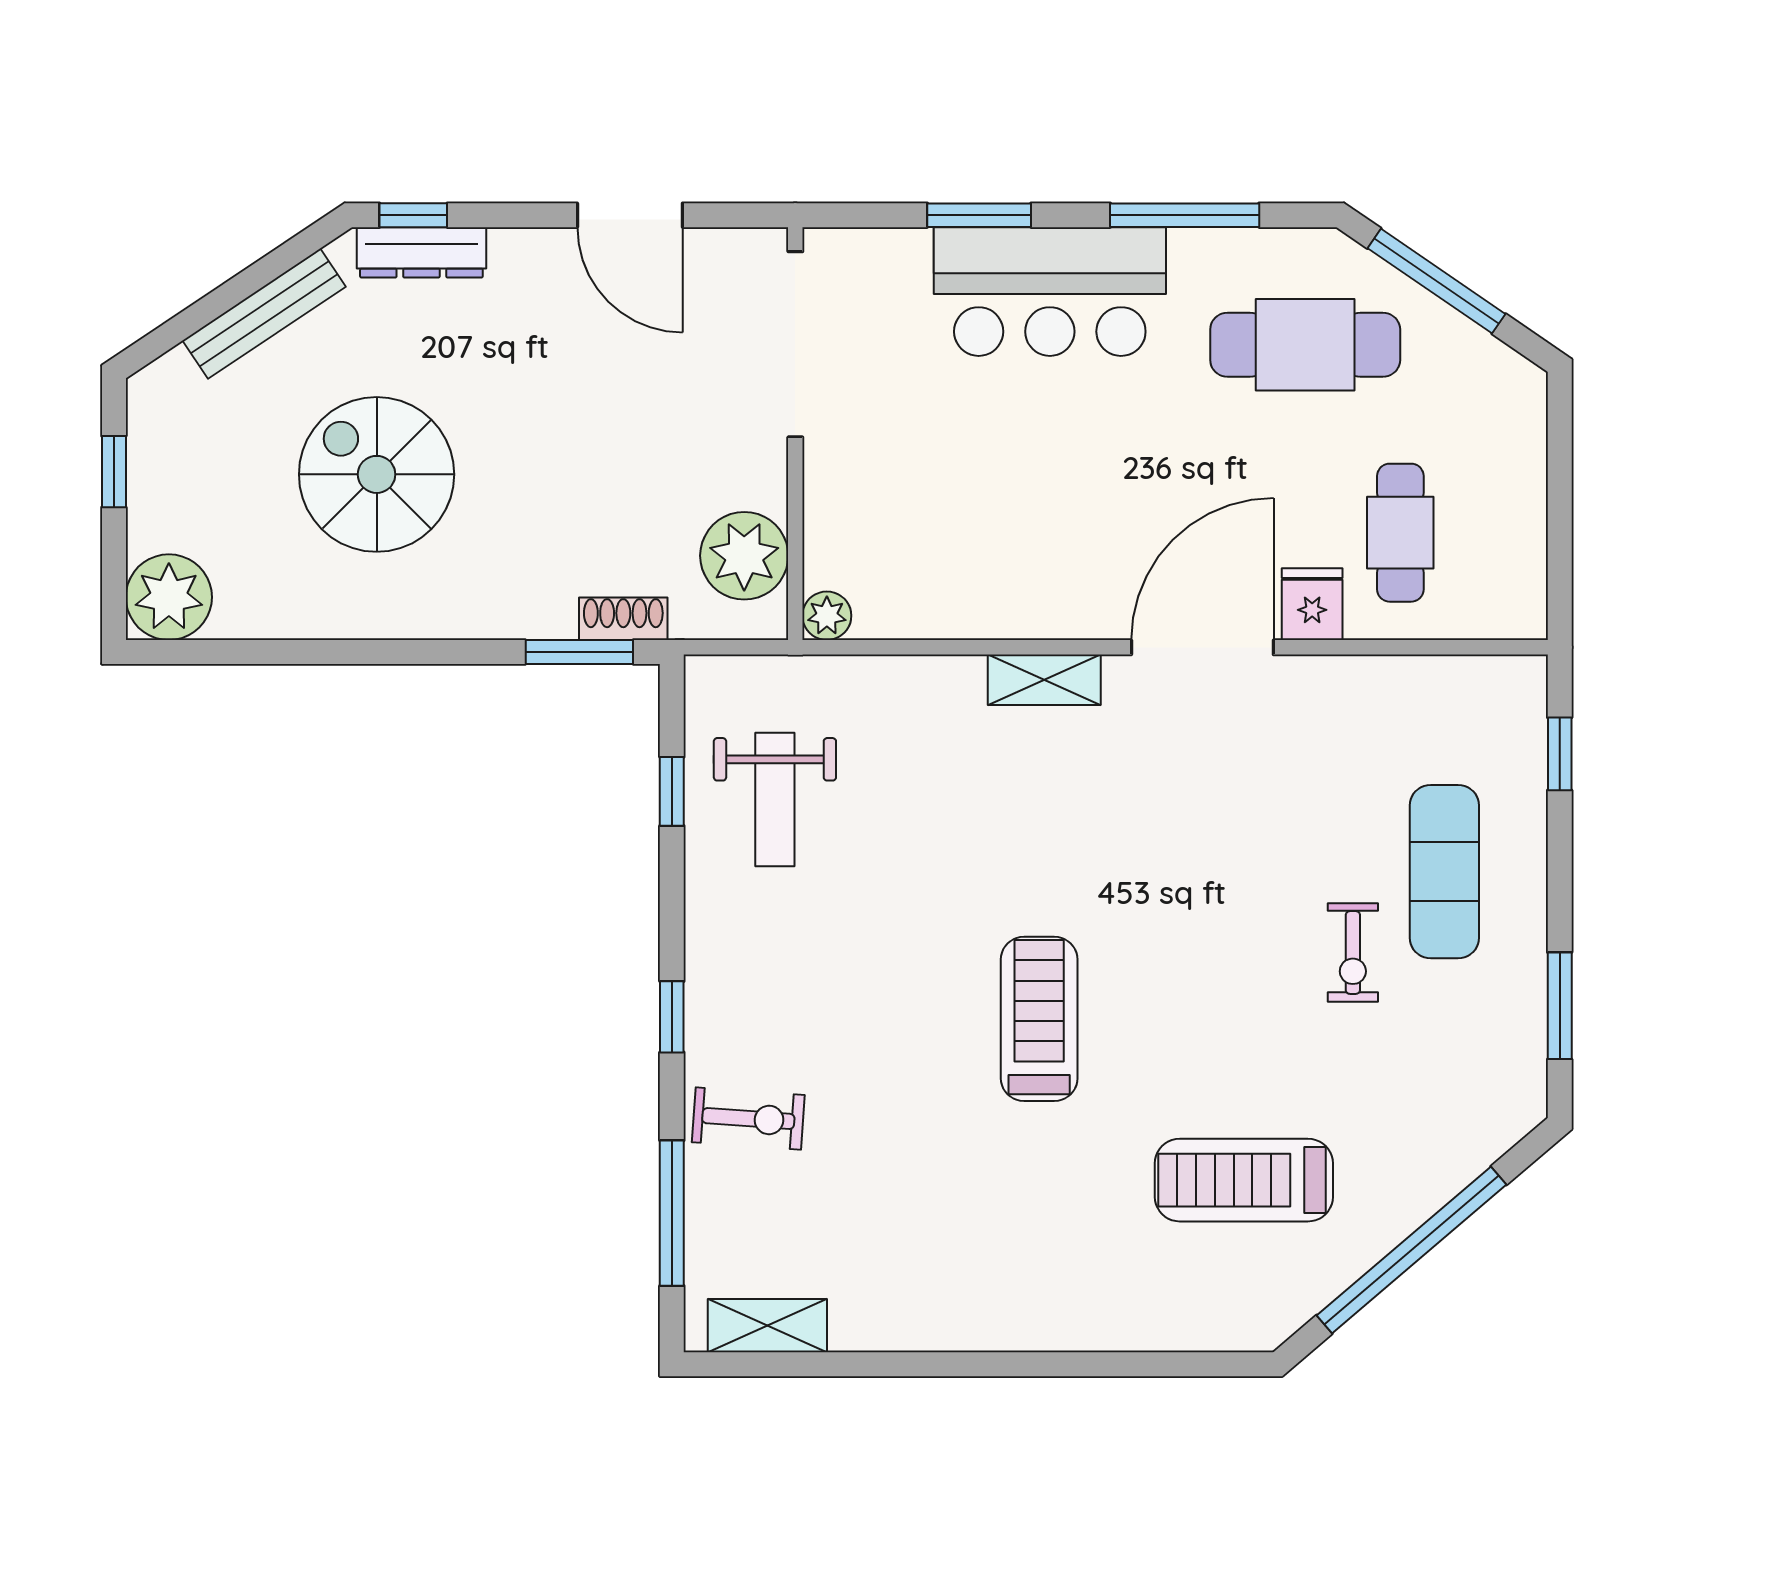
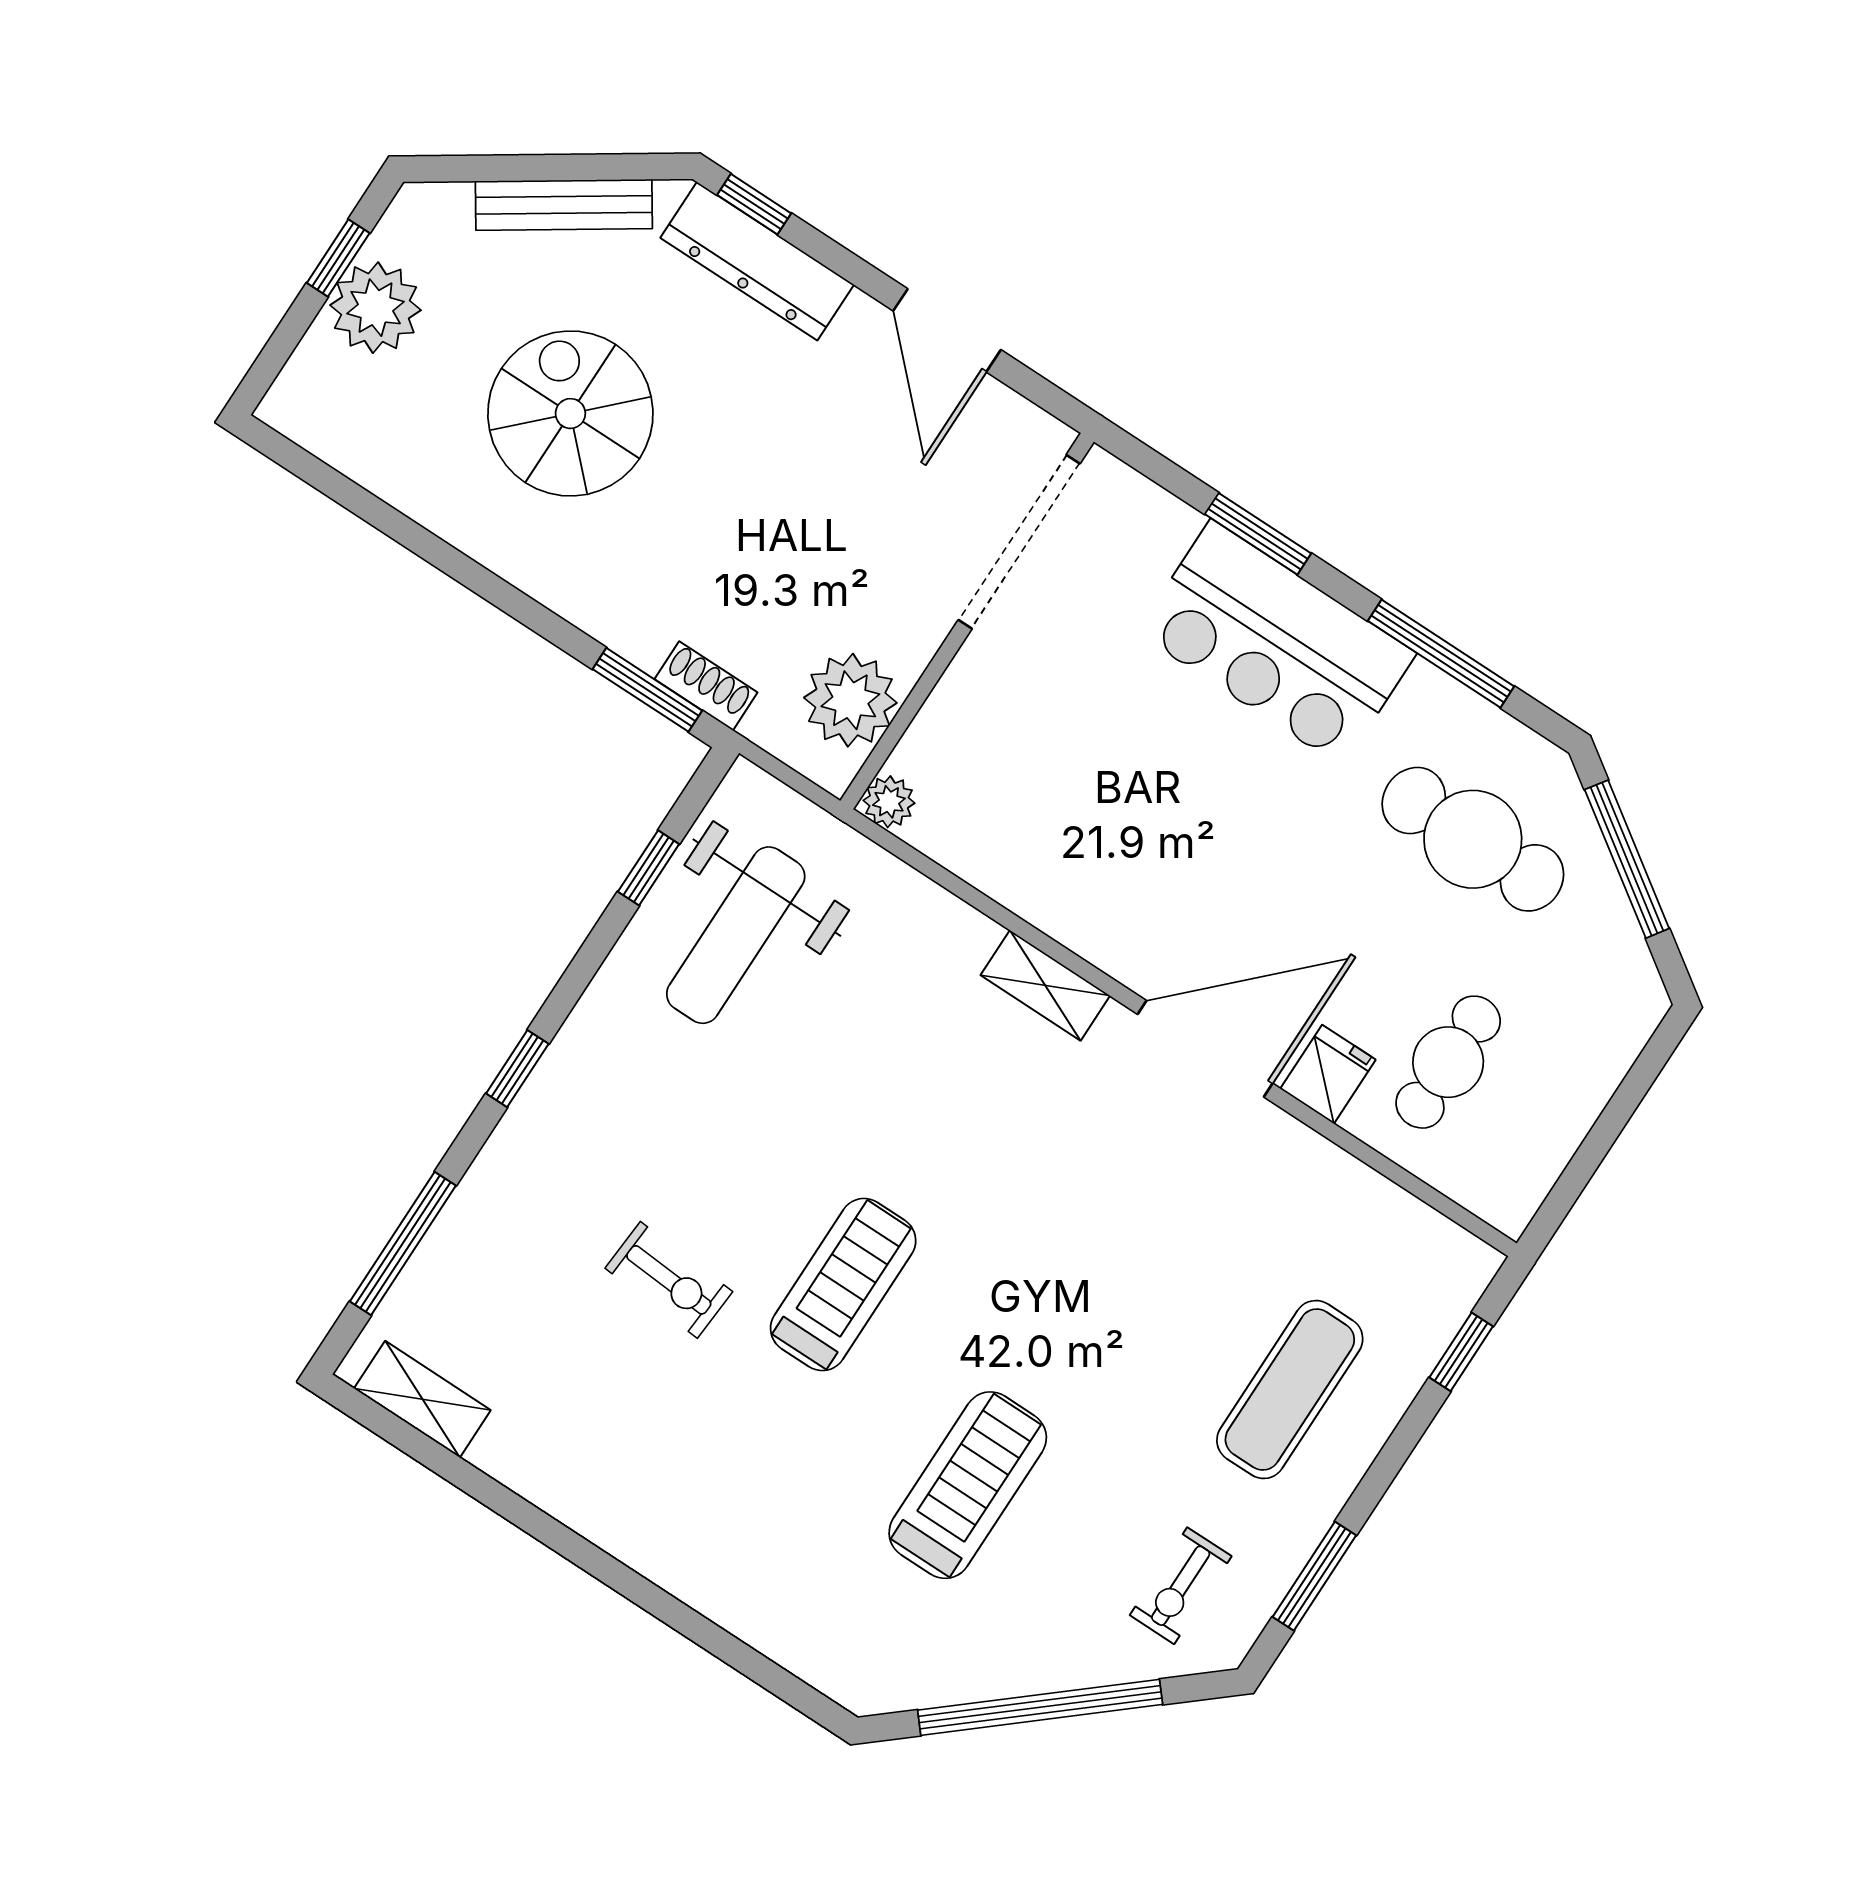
dresser: (421, 252) -> (757, 261), width x1.37, depth x1.24
plant: (169, 597) -> (376, 308), moved
weight bench: (775, 799) -> (736, 935), width x1.36, depth x1.33
exercise bike: (1353, 953) -> (1181, 1586), moved
exercise bike: (748, 1119) -> (669, 1280), moved
treadmill: (1244, 1180) -> (968, 1485), moved, turned 90

